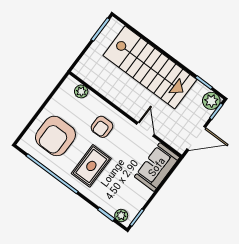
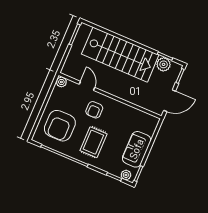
plant: (81, 91) -> (61, 82), moved
plant: (211, 101) -> (164, 64), moved
door: (145, 129) -> (87, 86), moved
sofa: (157, 167) -> (137, 149), moved

